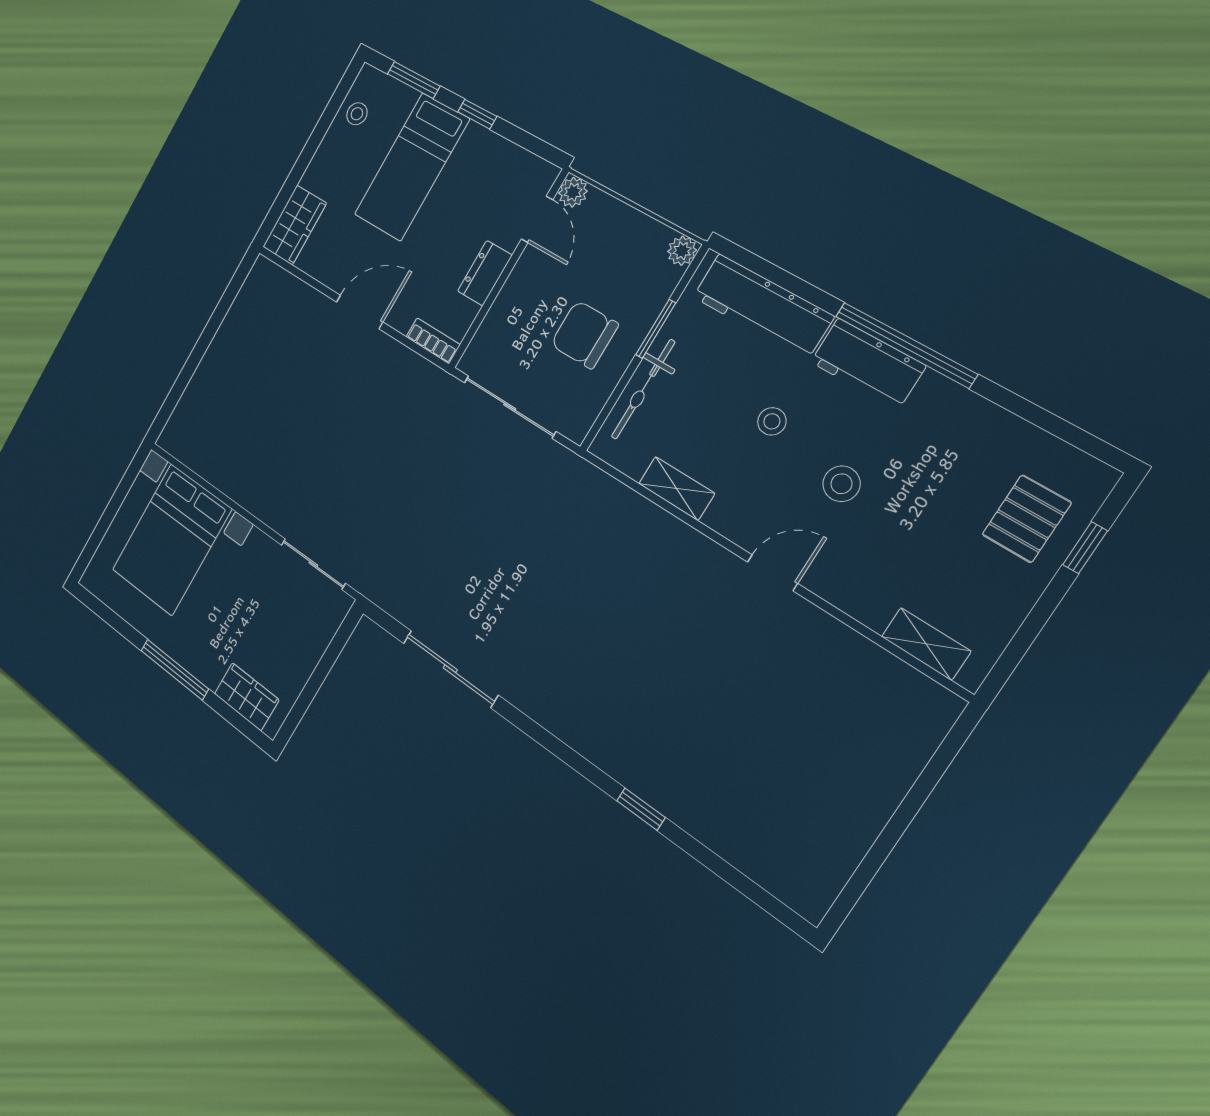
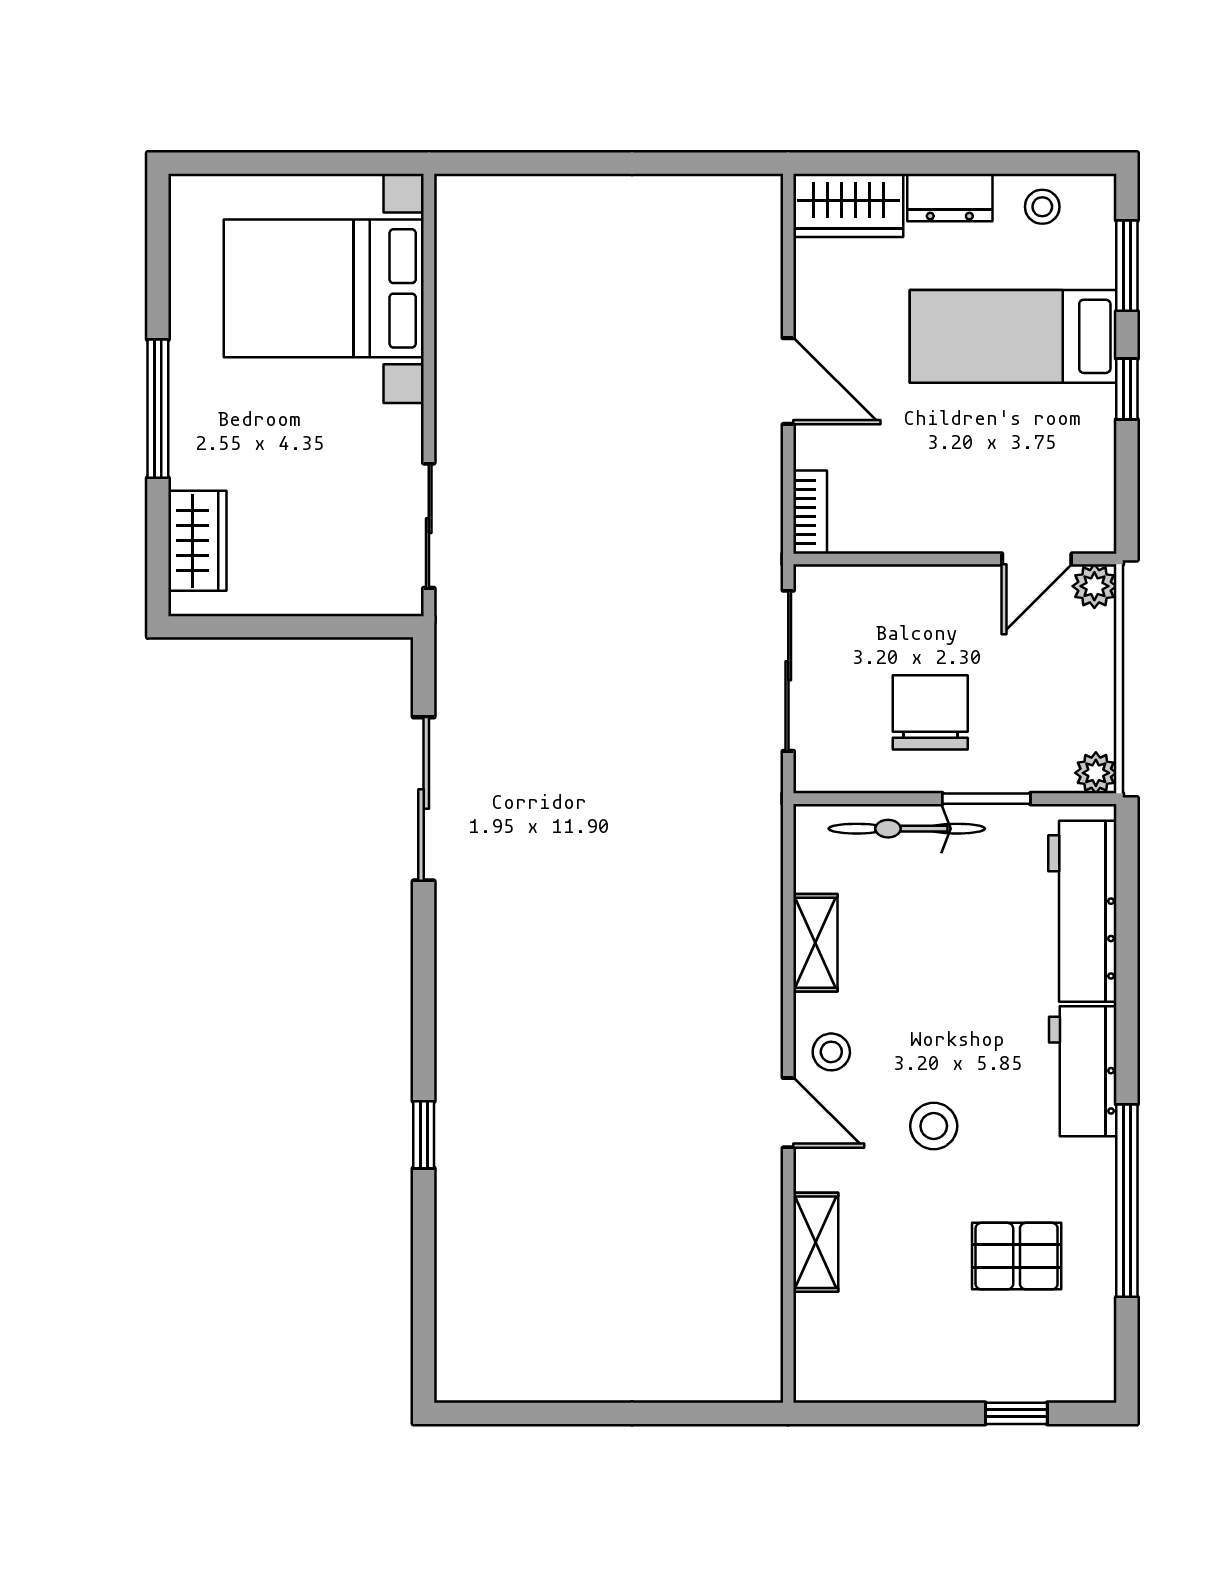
dresser: (485, 273) -> (950, 197), moved, turned 180
window: (906, 345) -> (1127, 1201), moved
stool: (772, 421) -> (831, 1052), moved
pallet: (1027, 519) -> (1017, 1256), moved
shelving: (926, 644) -> (816, 1242), moved

